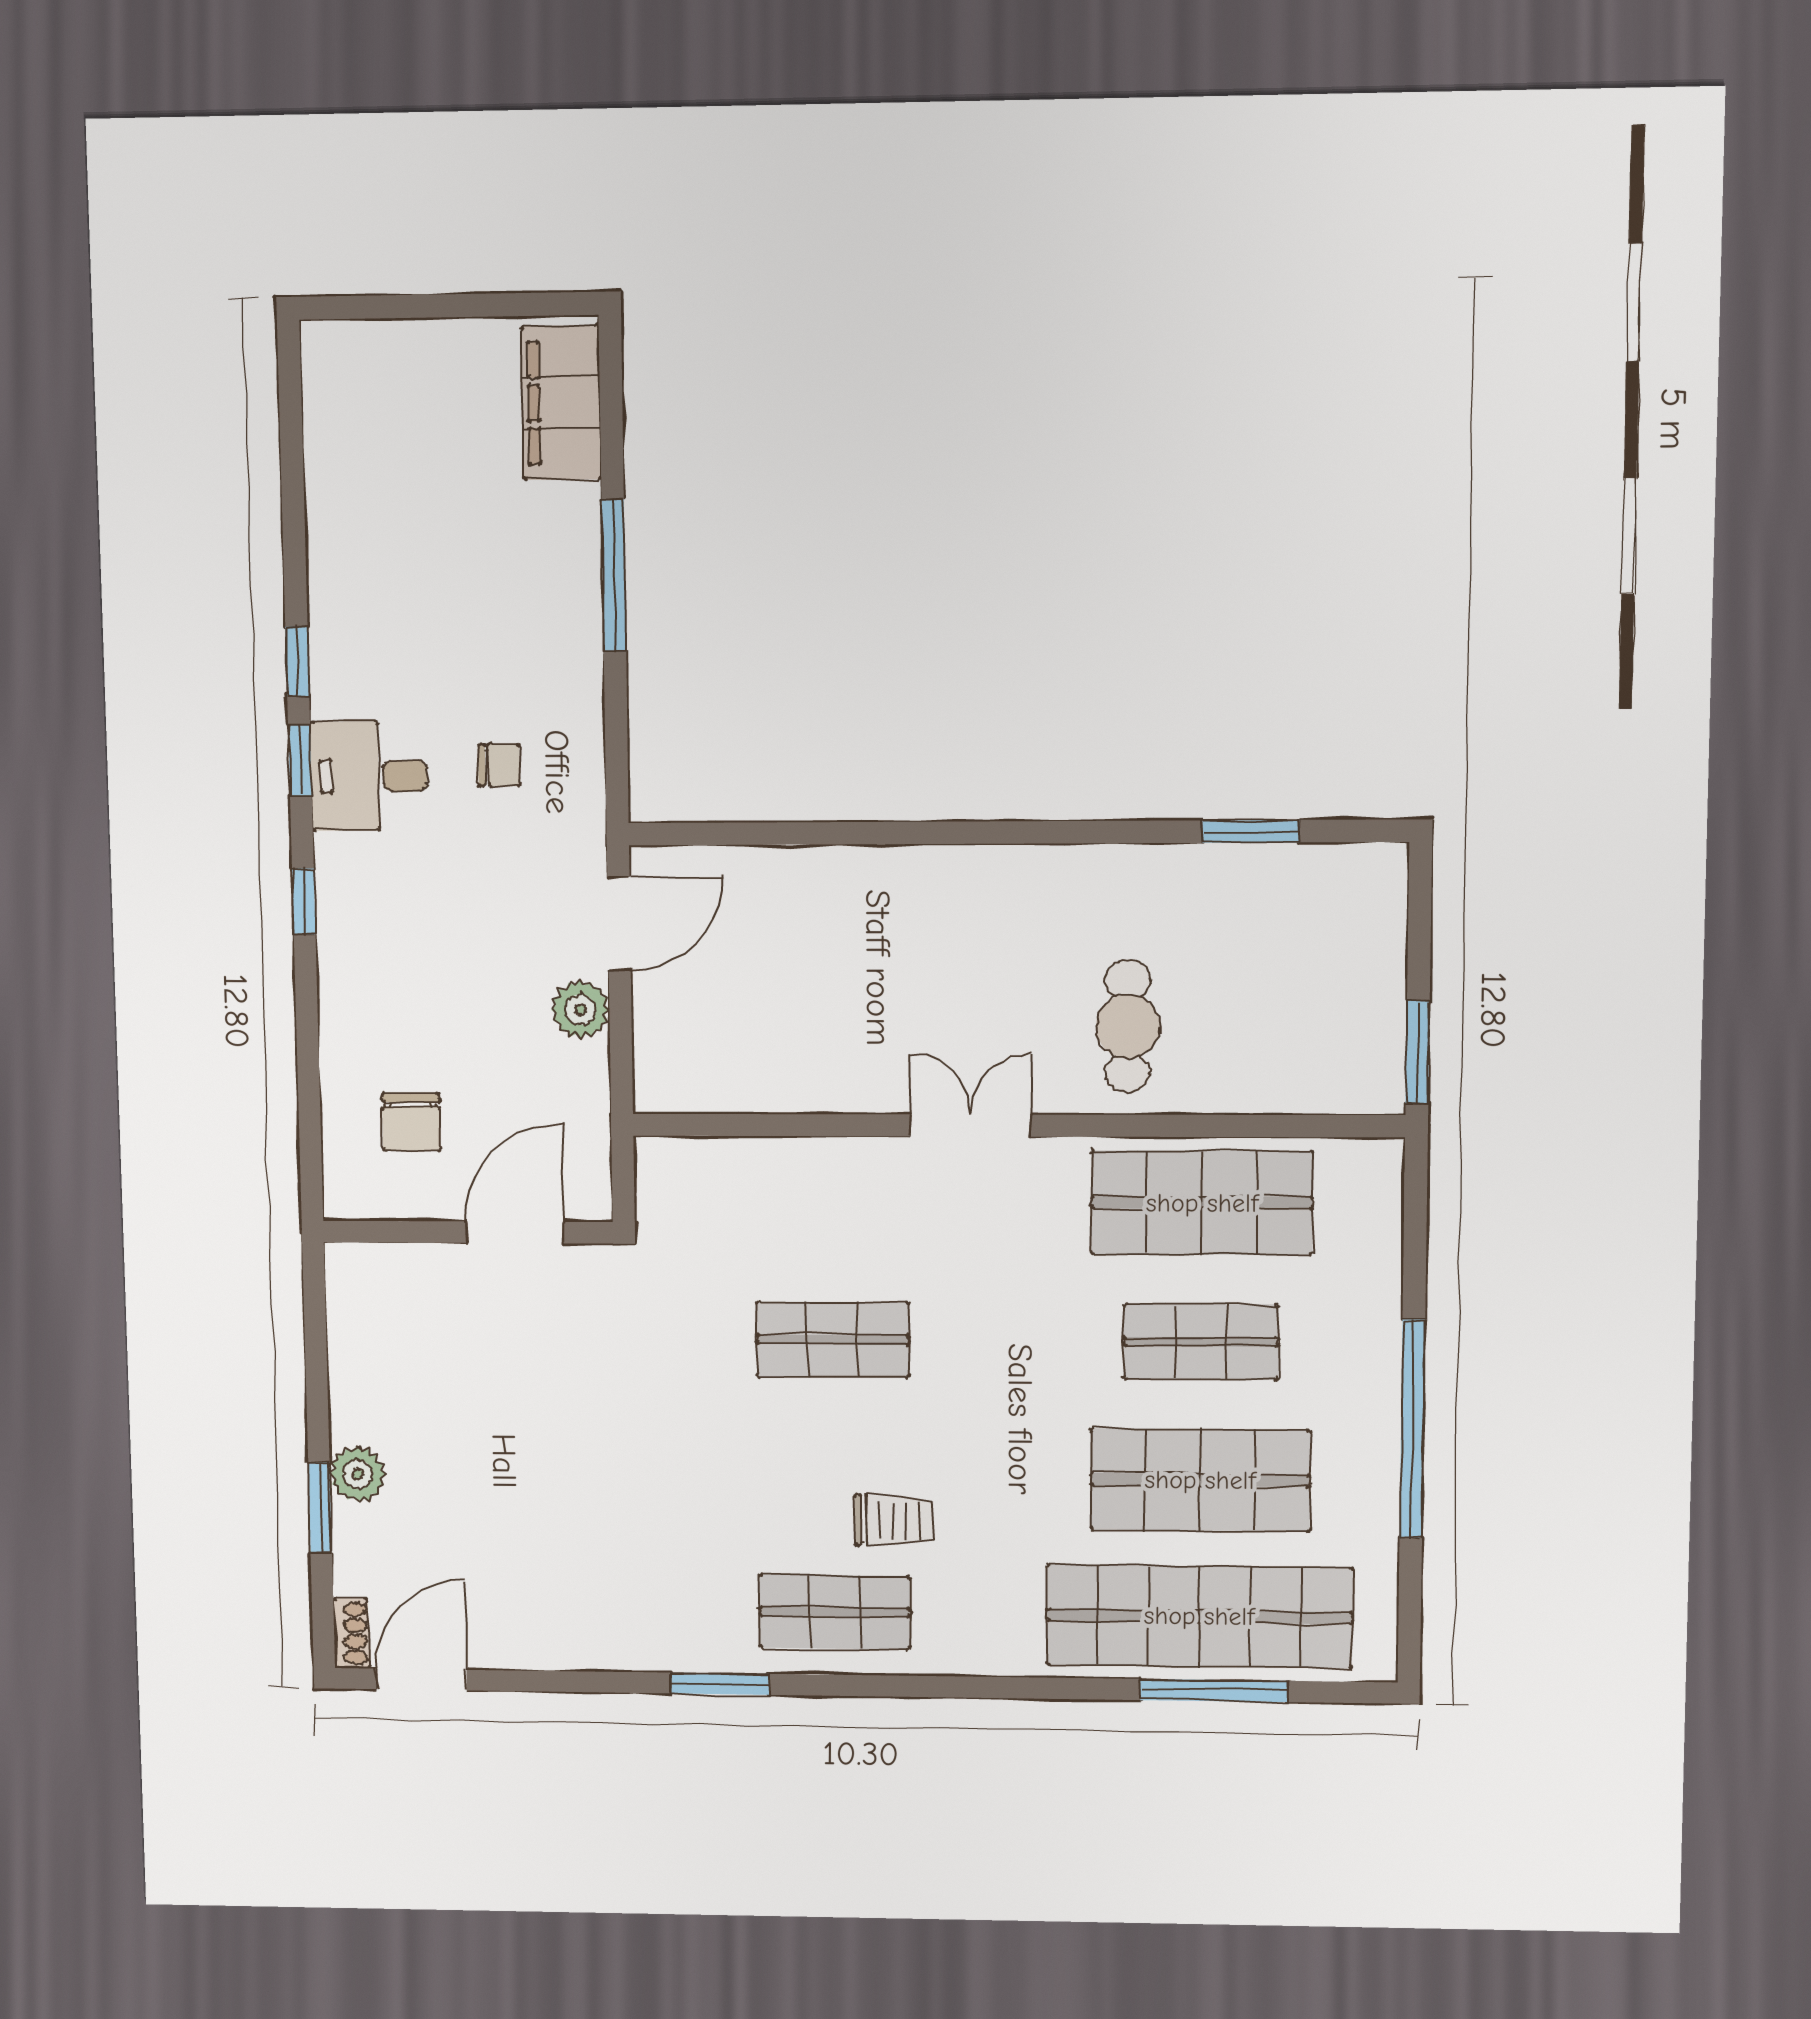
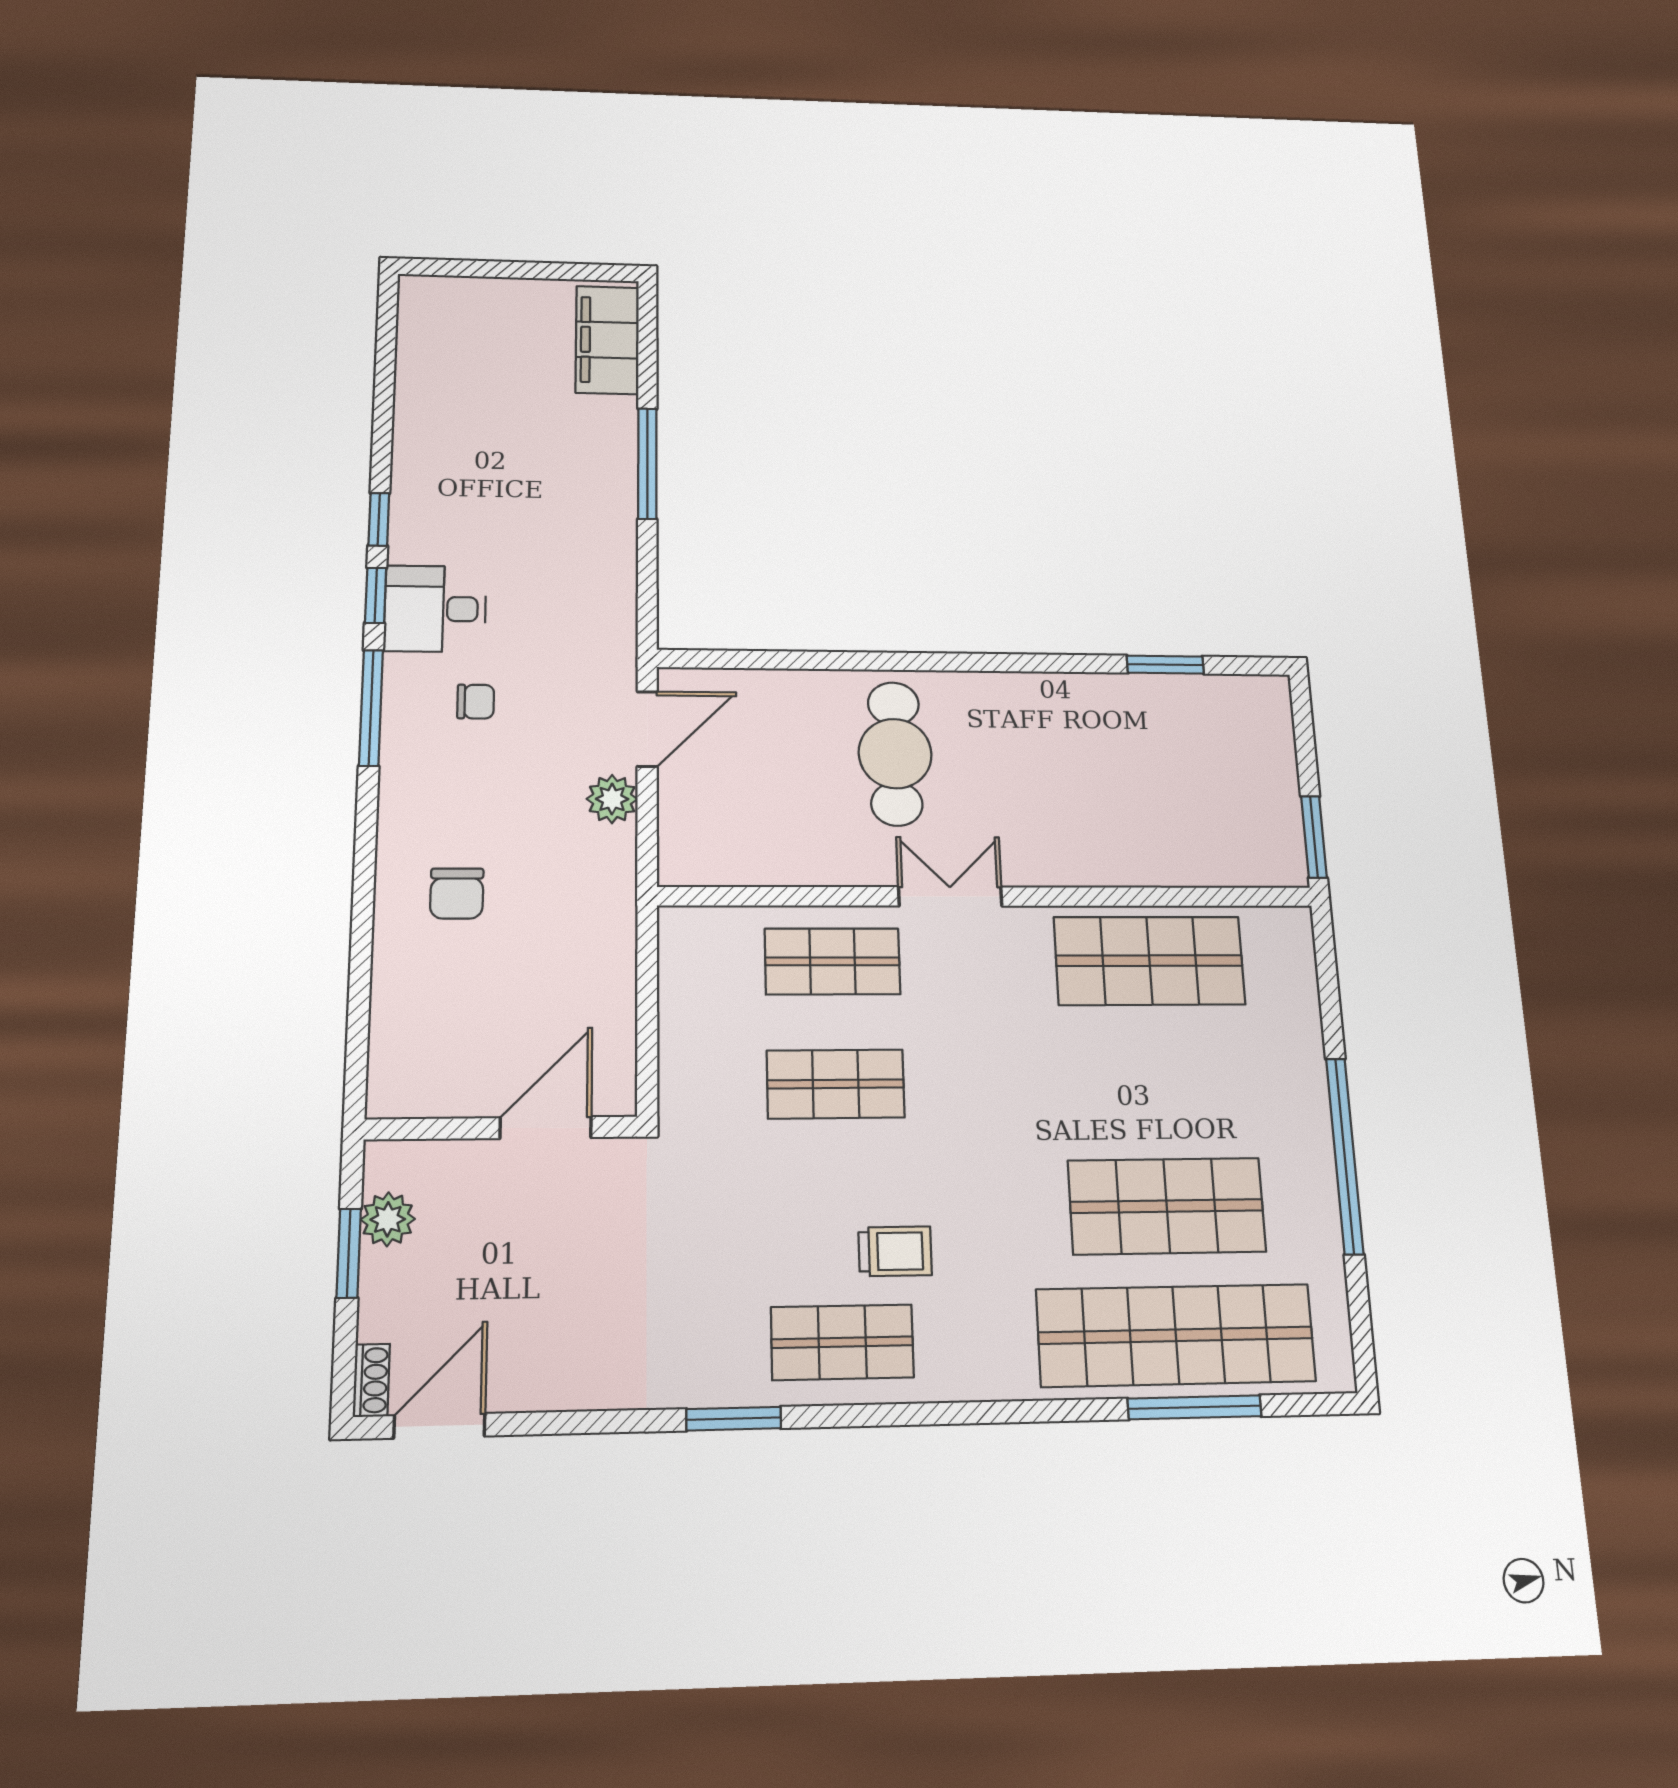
chair: (499, 765) -> (476, 702), moved
window: (304, 901) -> (371, 708), width x2.17
cafe table: (1128, 1026) -> (895, 754), moved, width x1.37, depth x1.35
wall: (468, 1232) -> (501, 1128), moved
door: (515, 1232) -> (546, 1128), moved
shop shelf: (1201, 1342) -> (832, 961), moved

